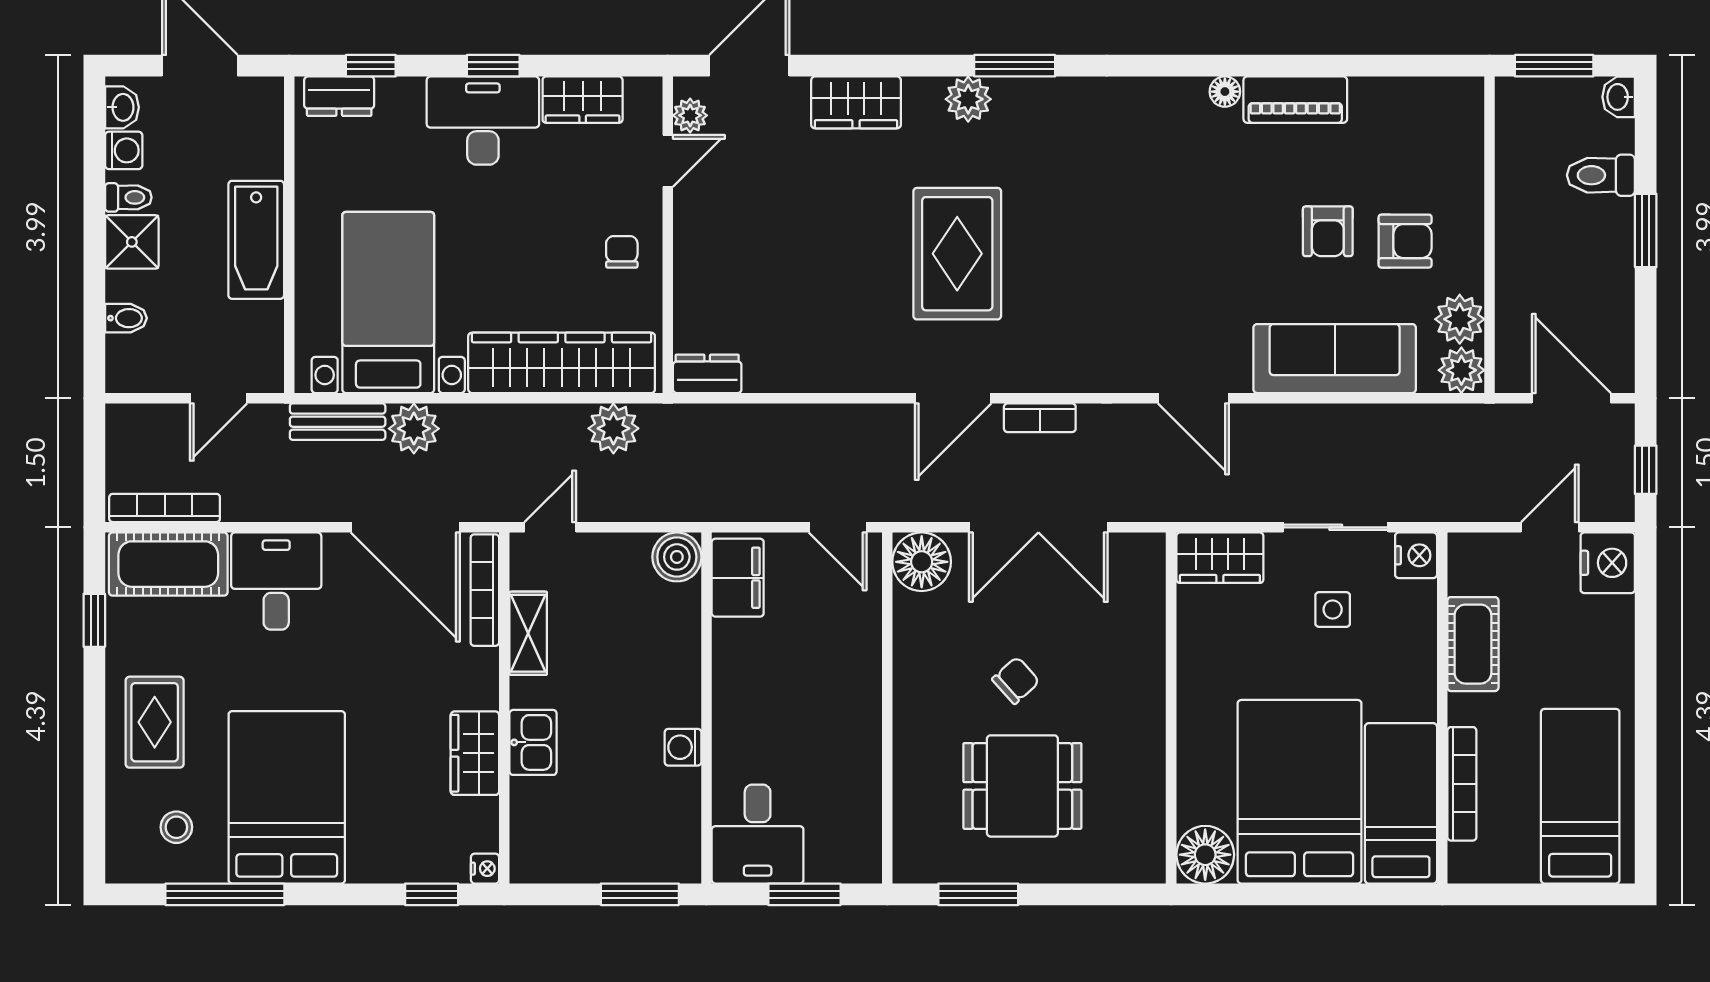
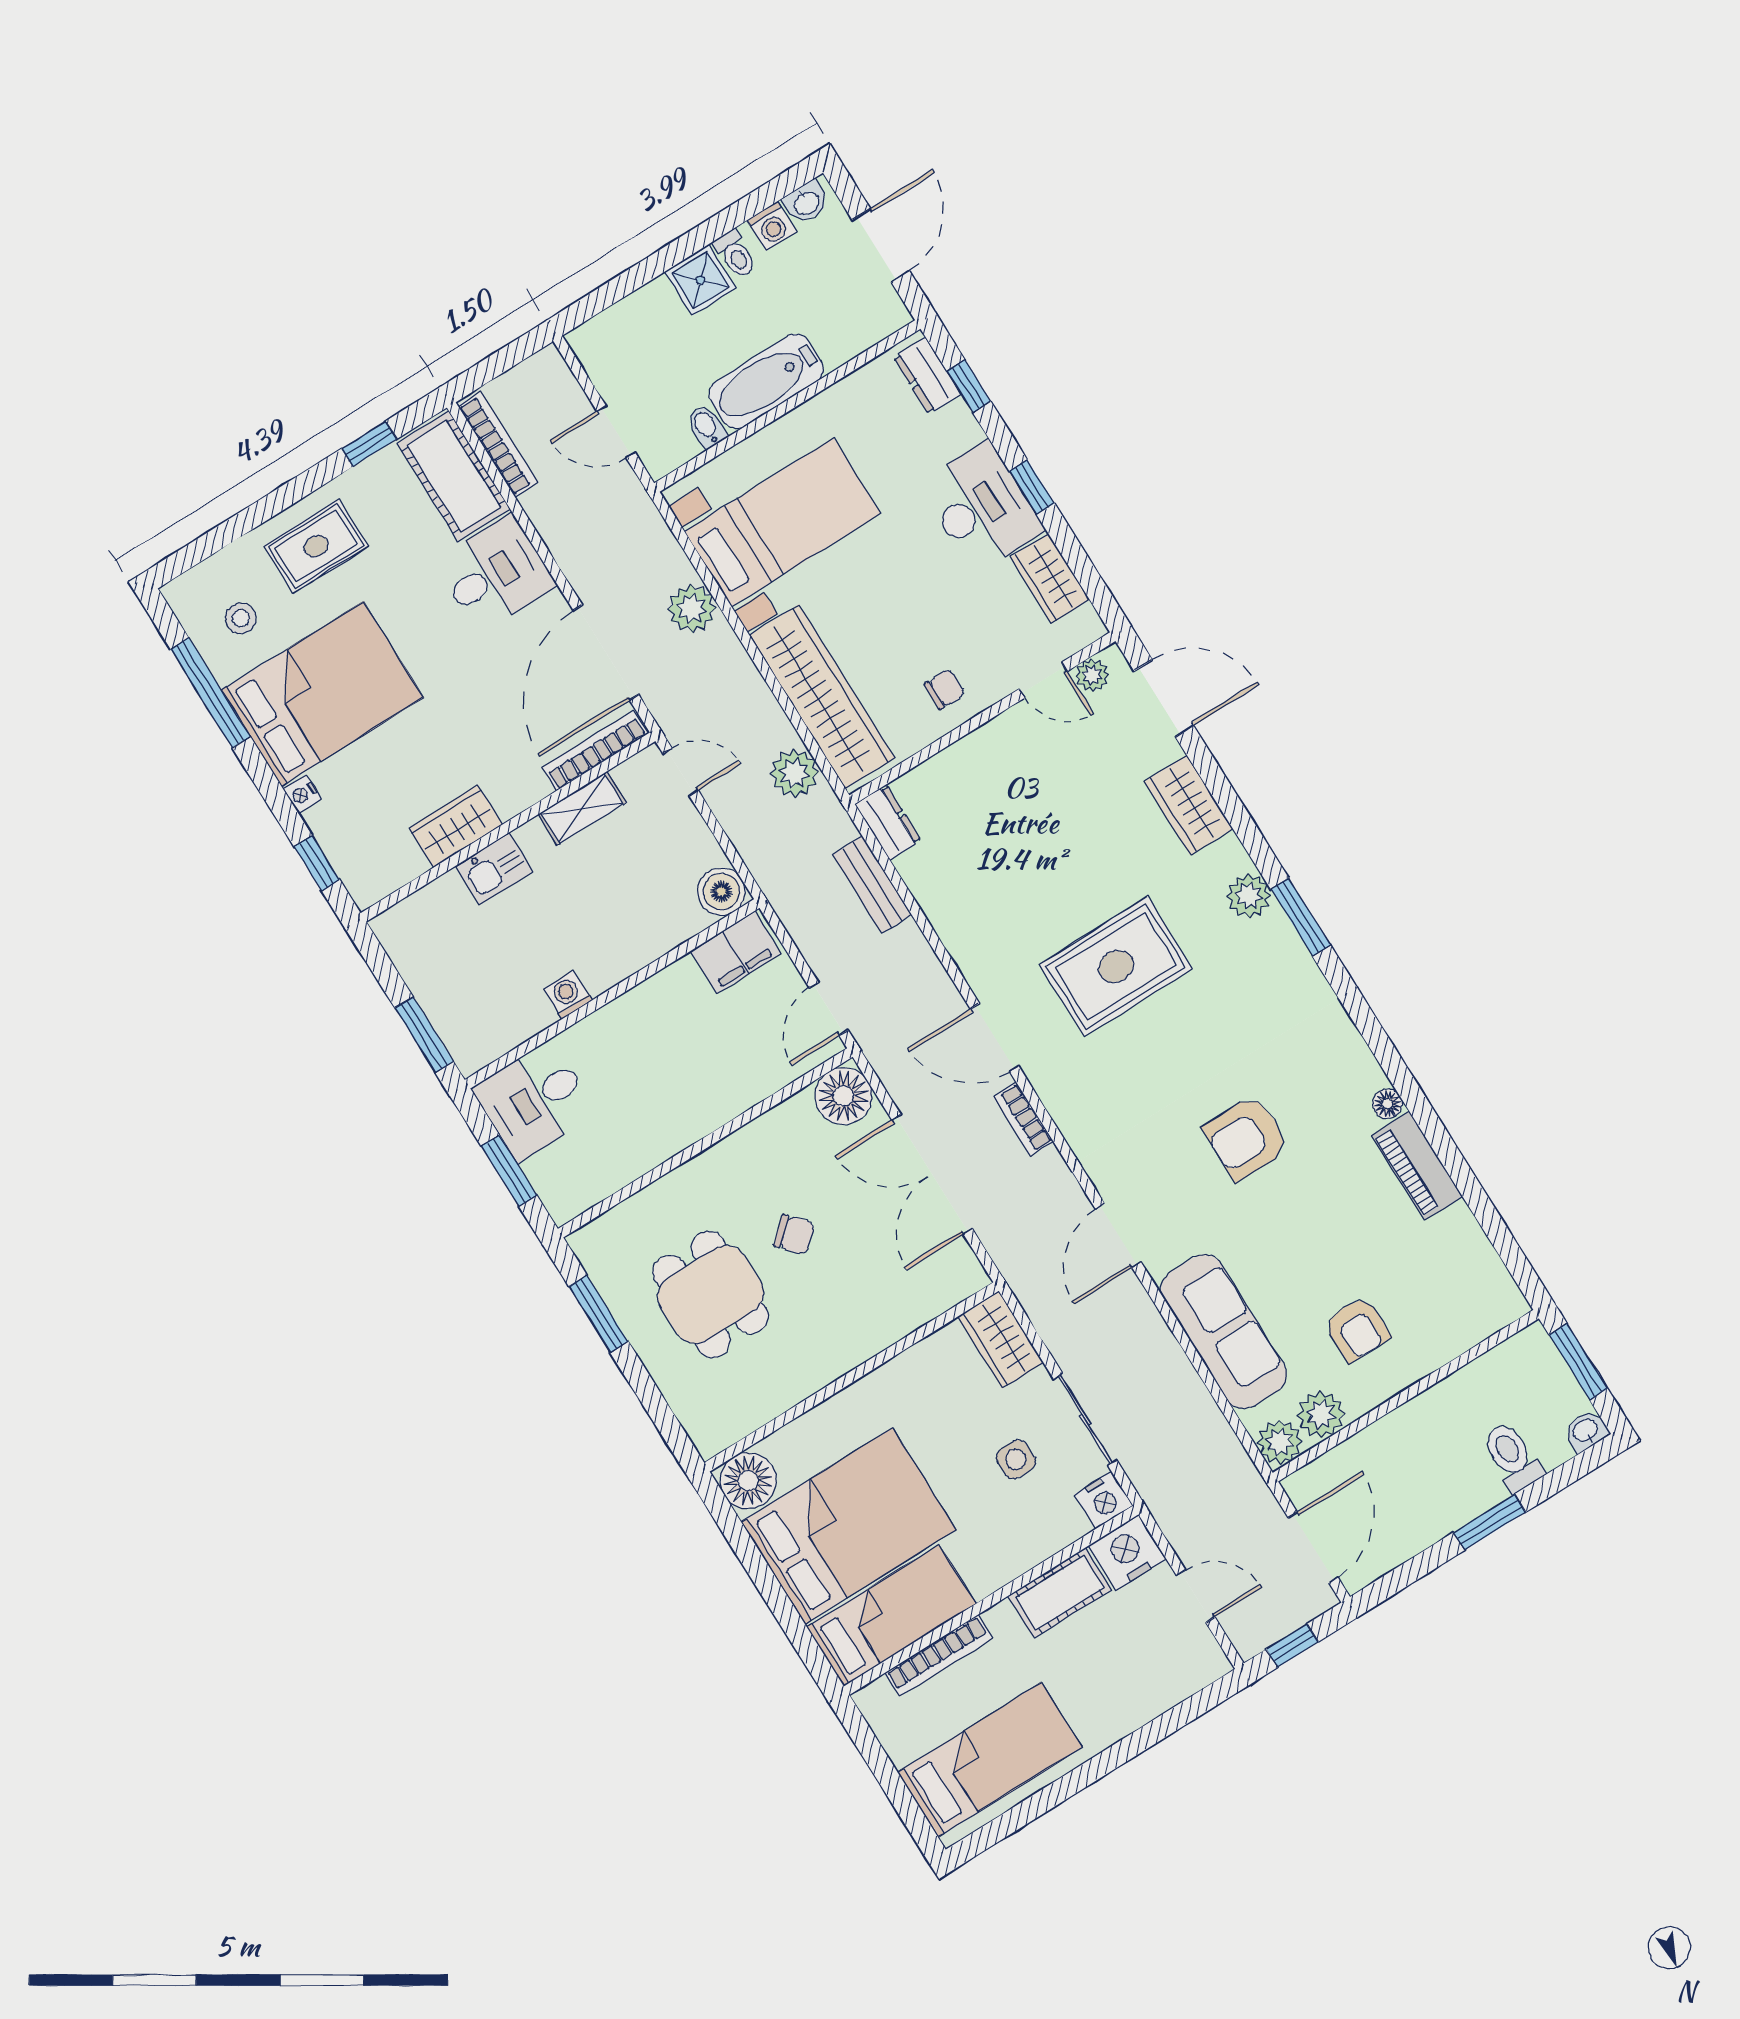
armchair: (1328, 231) -> (1246, 1138), moved, width x1.38, depth x1.38
bidet: (126, 318) -> (706, 427), moved, turned 180
bench: (338, 422) -> (872, 885), moved
nightstand: (1608, 563) -> (1127, 1553), moved, turned 180
nightstand: (485, 869) -> (302, 794), moved, turned 90

